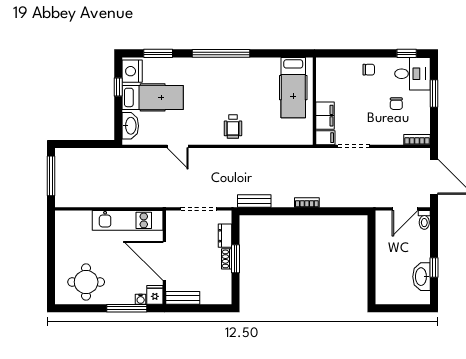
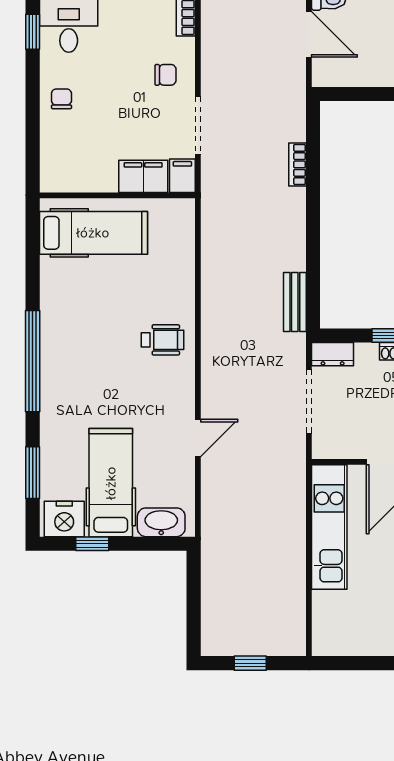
chair: (396, 104) -> (166, 75), moved
window: (51, 176) -> (250, 663), width x0.46
bookcase: (307, 202) -> (297, 164), moved
dresser: (225, 236) -> (333, 354), moved

